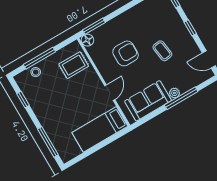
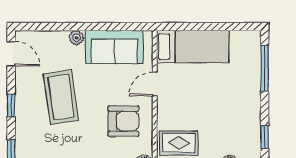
coffee table: (162, 51) -> (61, 97), width x1.86, depth x1.72
armchair: (126, 53) -> (123, 121), moved, turned 180
window: (181, 98) -> (72, 27), removed

